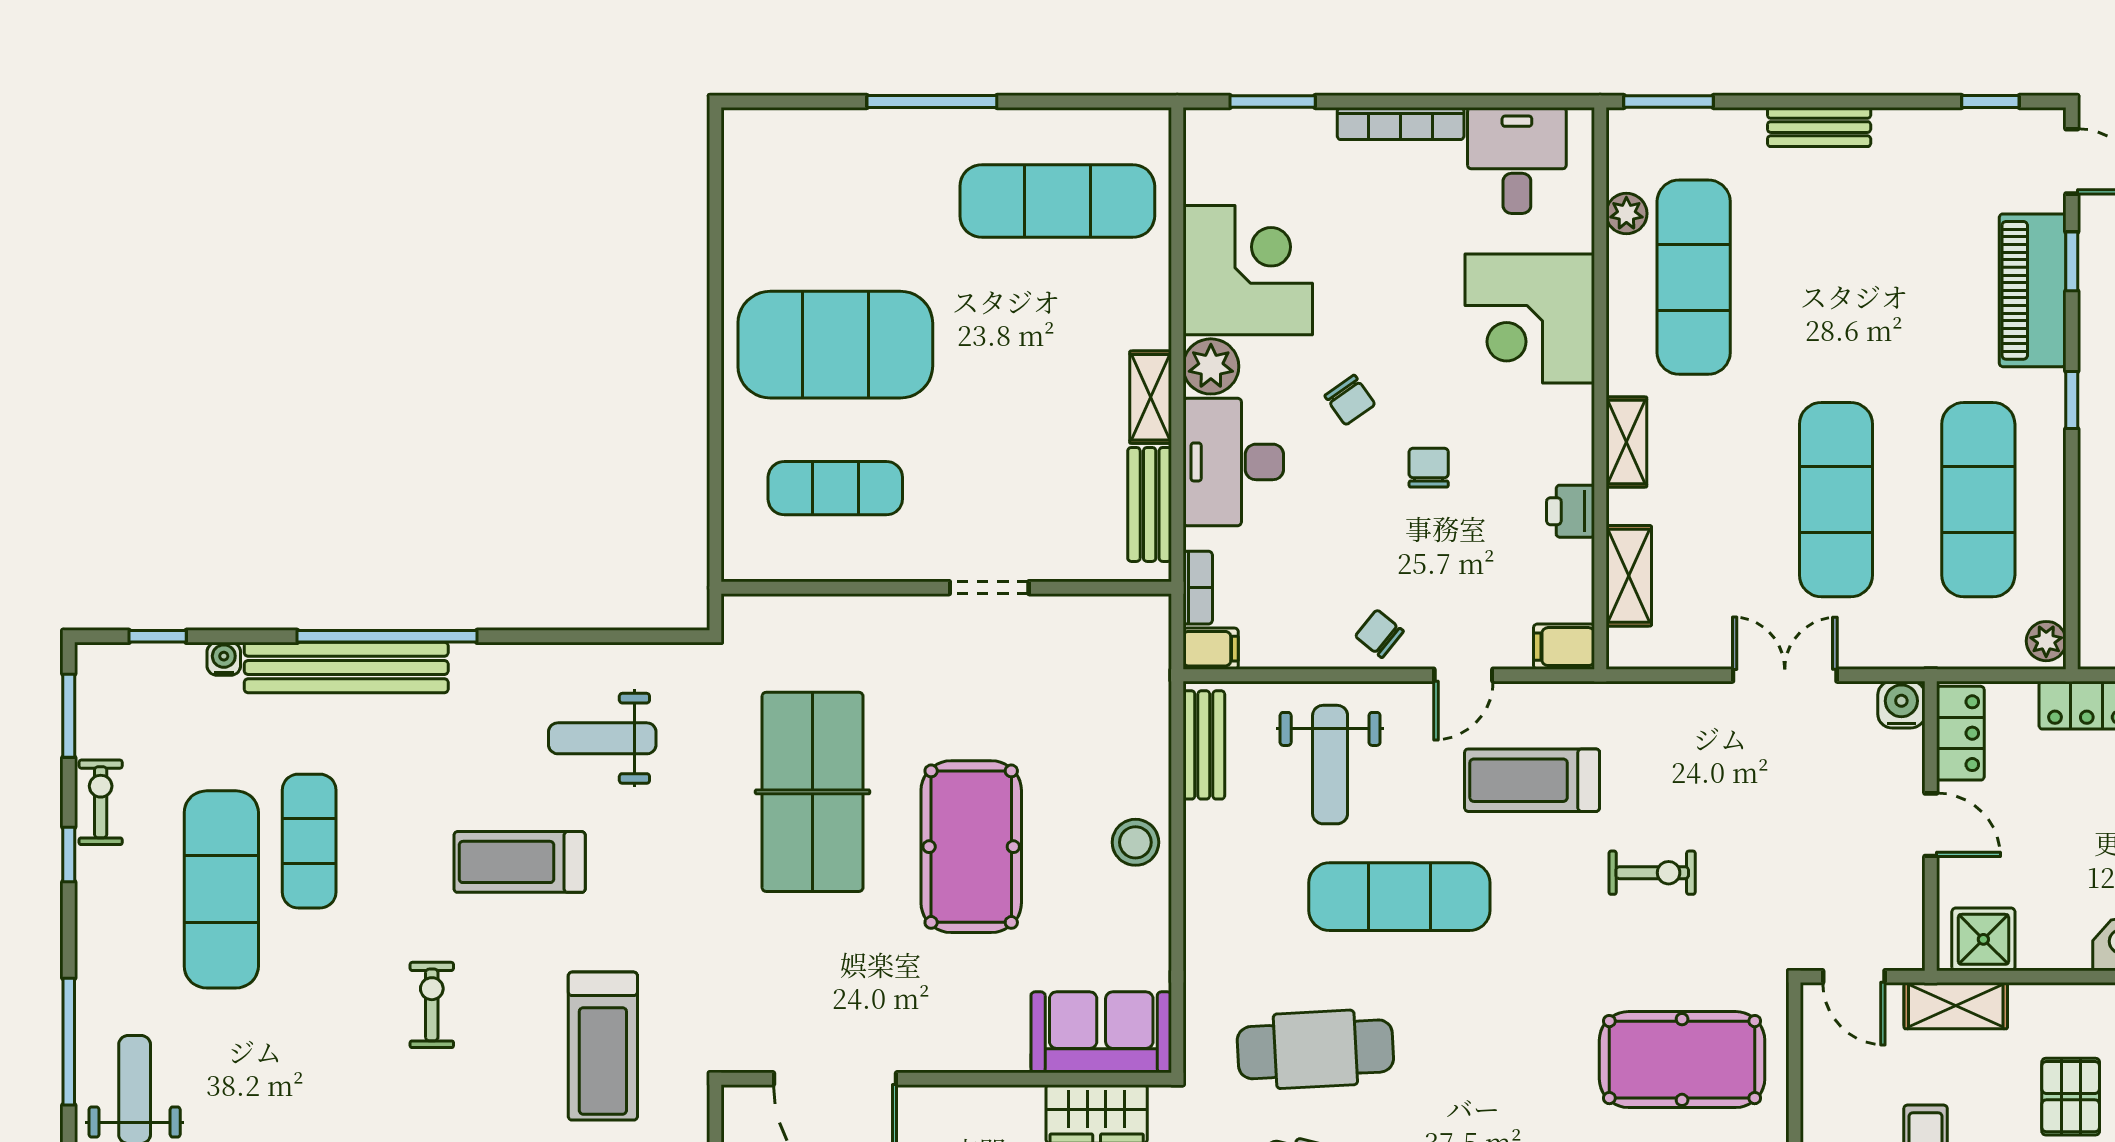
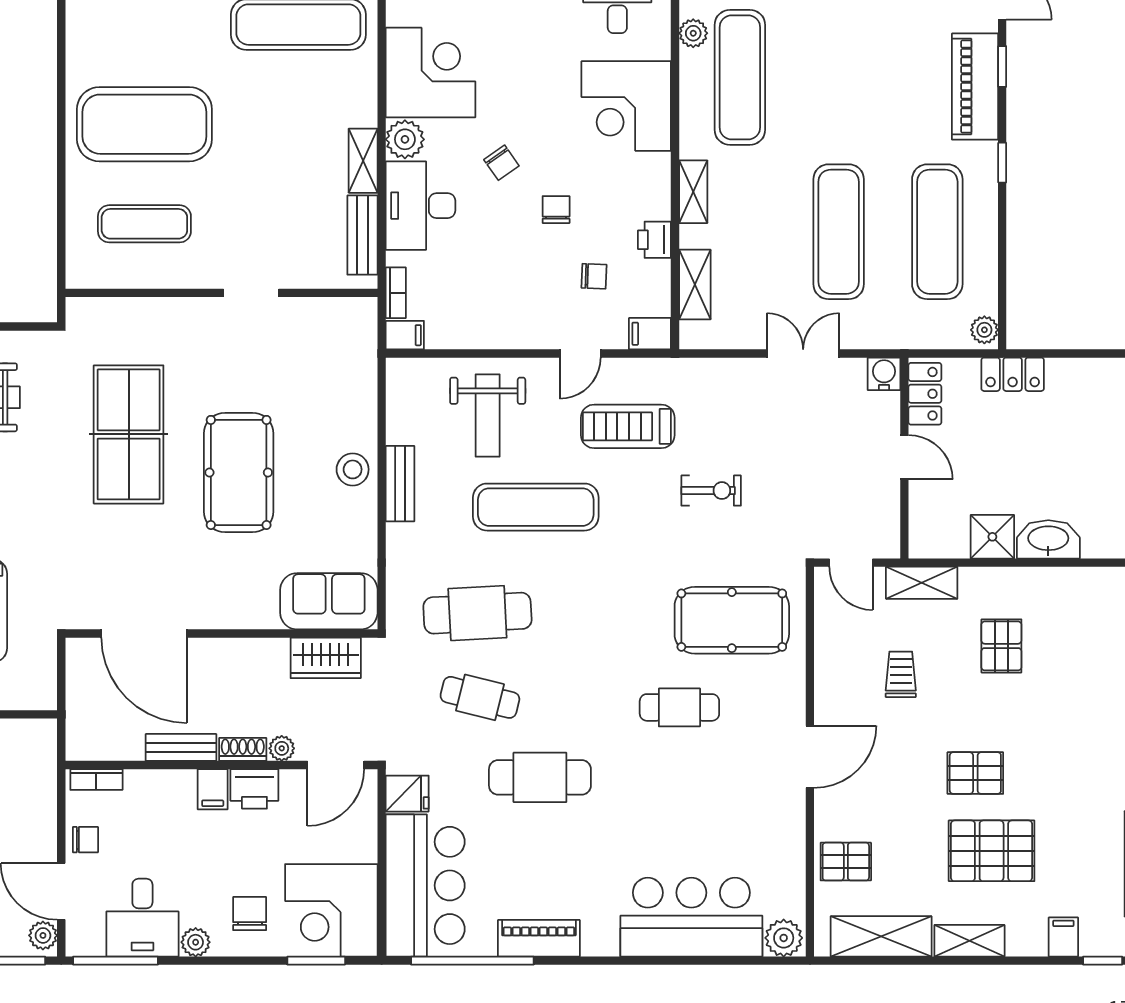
chair: (1379, 634) -> (594, 276), moved, turned 143
bench: (1204, 745) -> (400, 484), moved
shower: (1983, 939) -> (992, 537), moved

